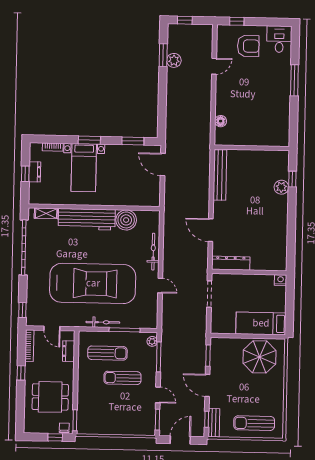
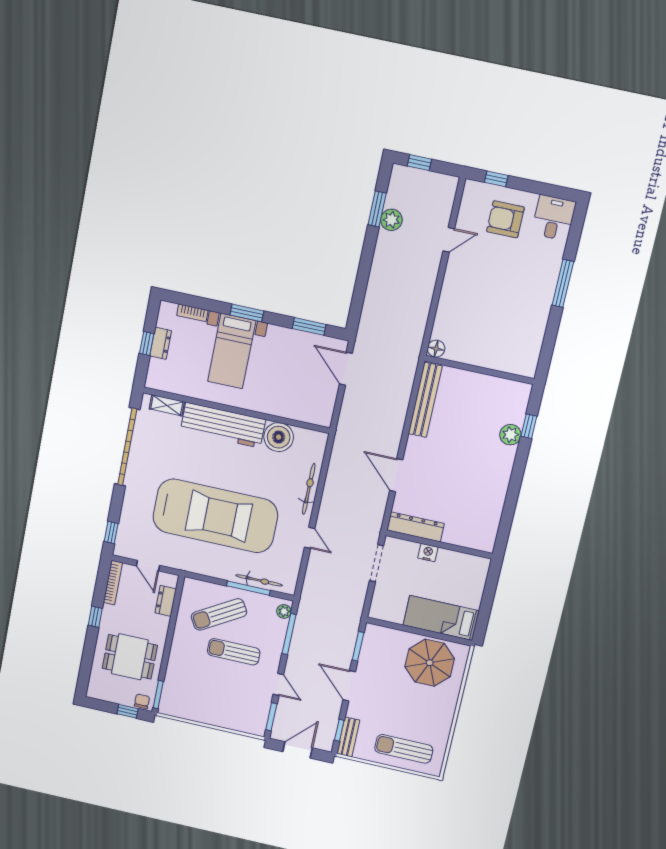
armchair: (248, 46) -> (505, 219), turned 180
floor lamp: (221, 121) -> (436, 349), moved
nightstand: (281, 280) -> (428, 553), moved
bicycle: (103, 322) -> (259, 580), moved
sun lounger: (107, 353) -> (219, 614), turned 149

